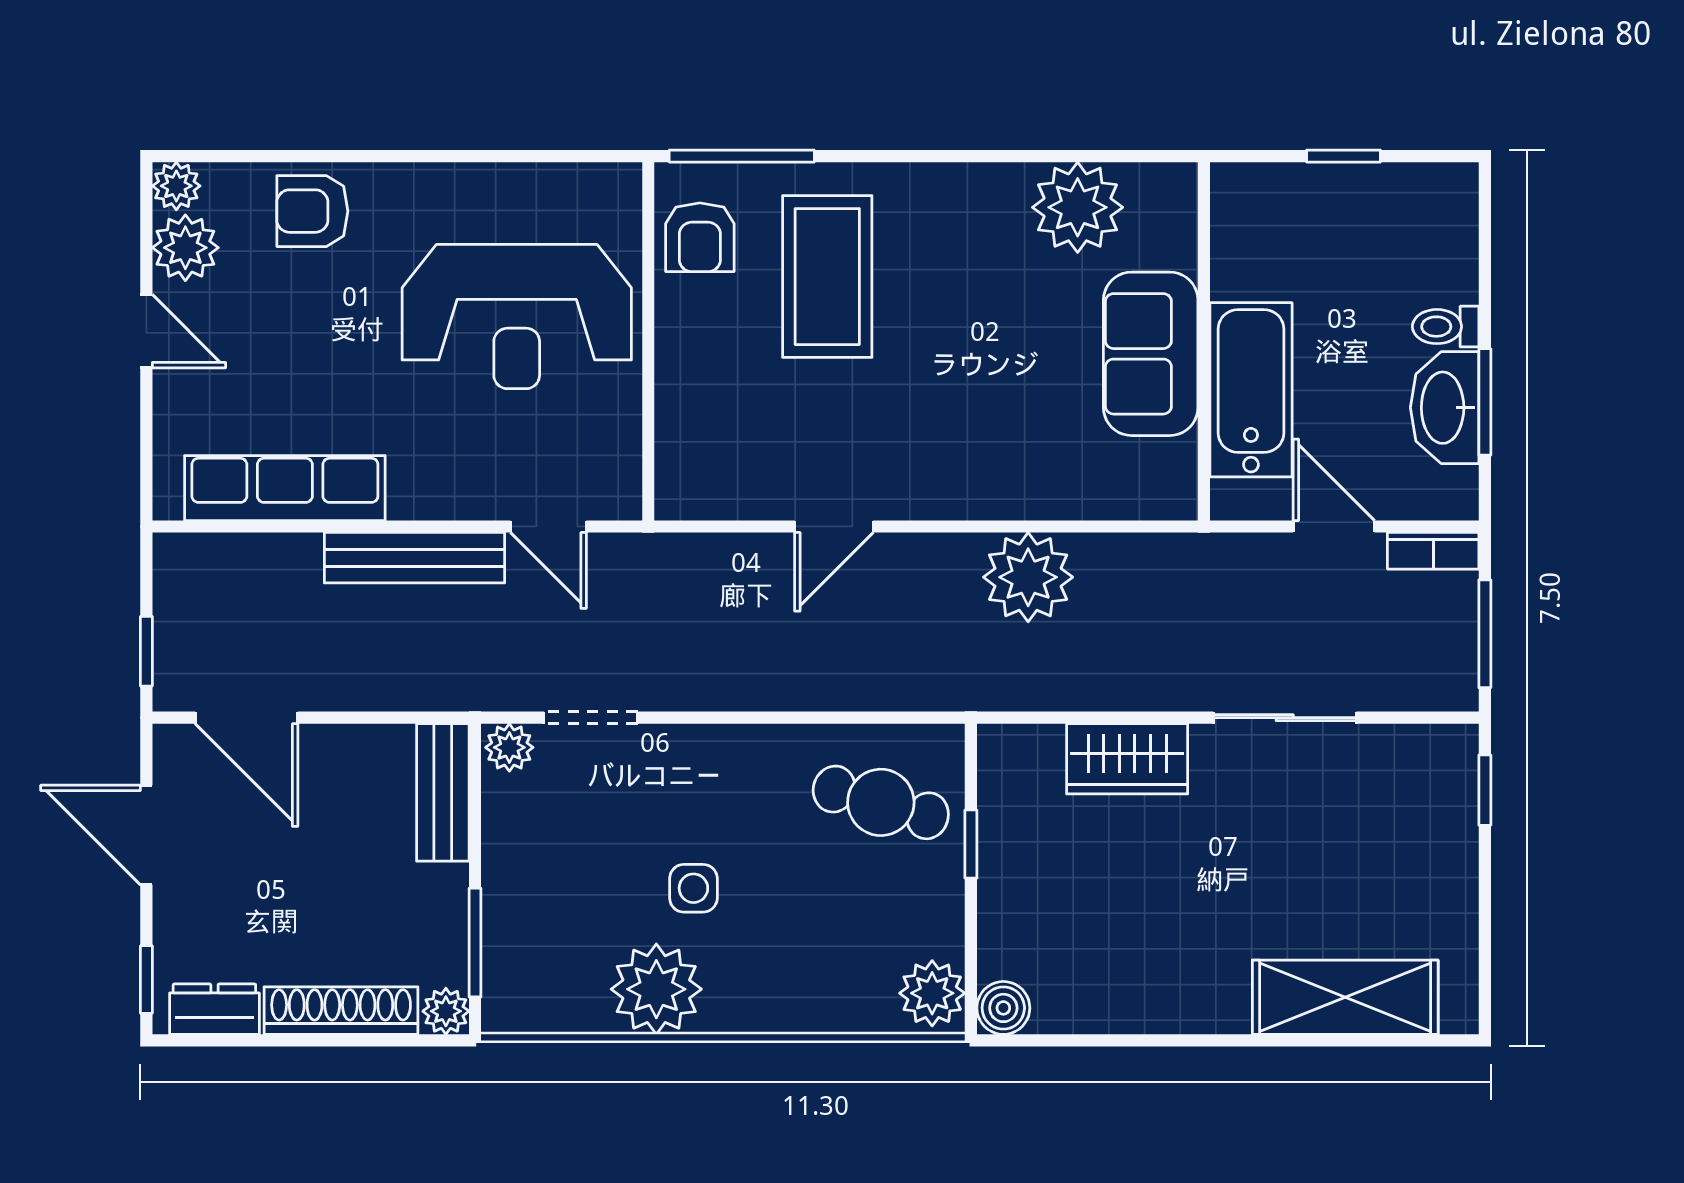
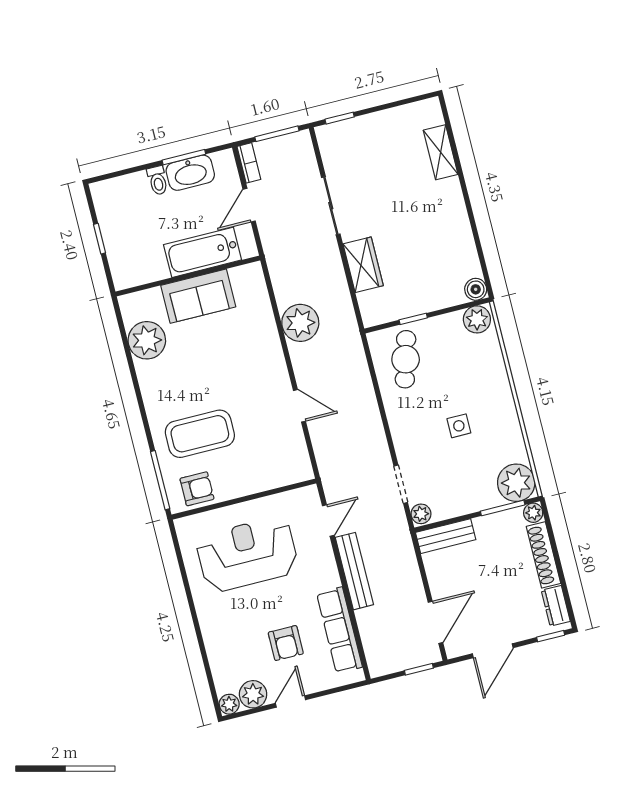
armchair: (312, 211) -> (286, 643), moved
reception desk: (517, 317) -> (247, 554), turned -90
plant: (656, 989) -> (516, 483), moved
shelving: (1345, 997) -> (441, 152), width x0.67, depth x0.75

